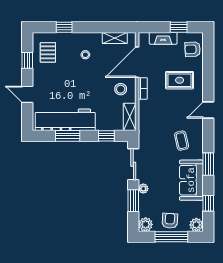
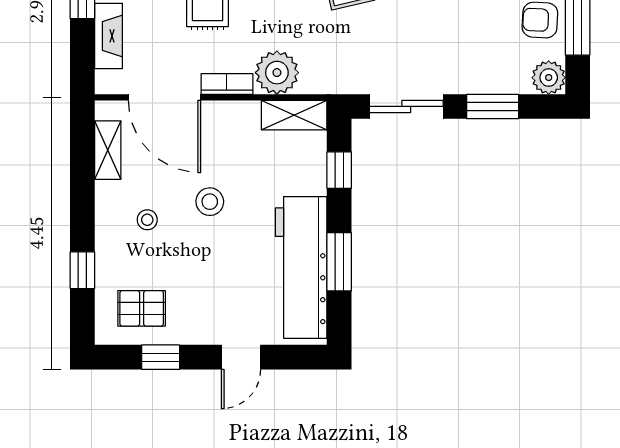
stool: (121, 89) -> (210, 202), moved
plant: (143, 189) -> (277, 73), moved, width x1.88, depth x1.88

